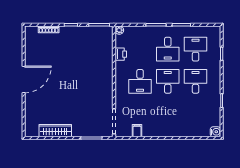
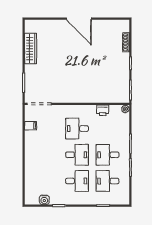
desk: (196, 49) -> (107, 181), turned 180
water cooler: (215, 132) -> (44, 200), moved

